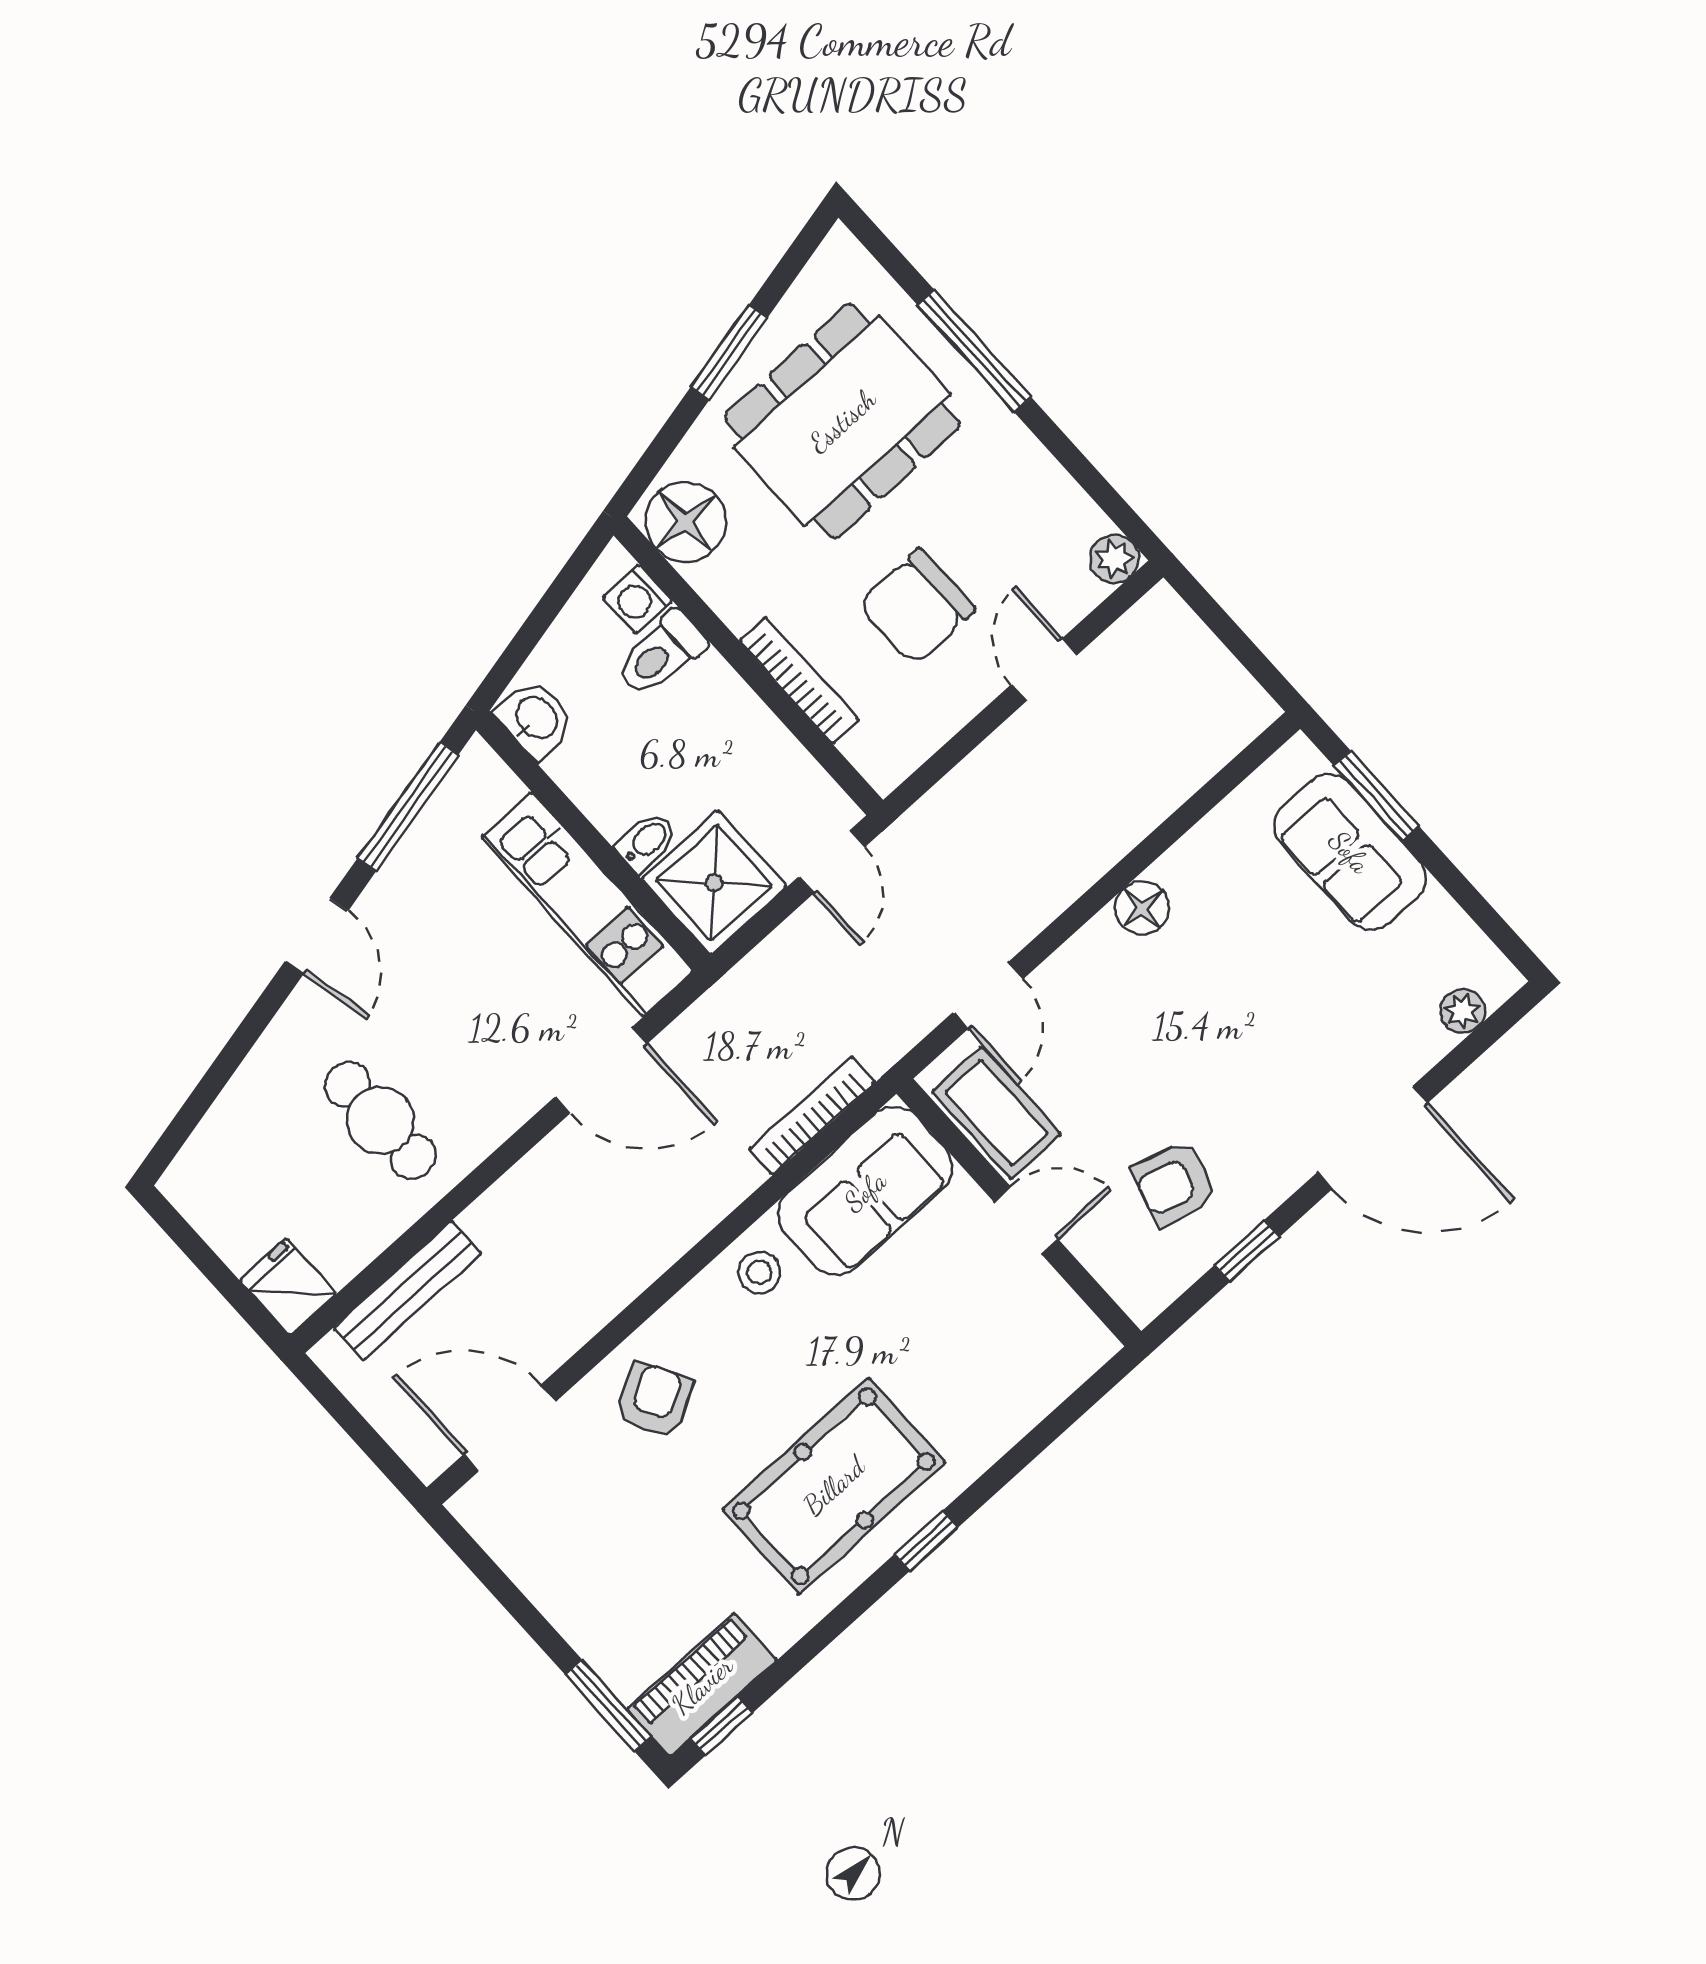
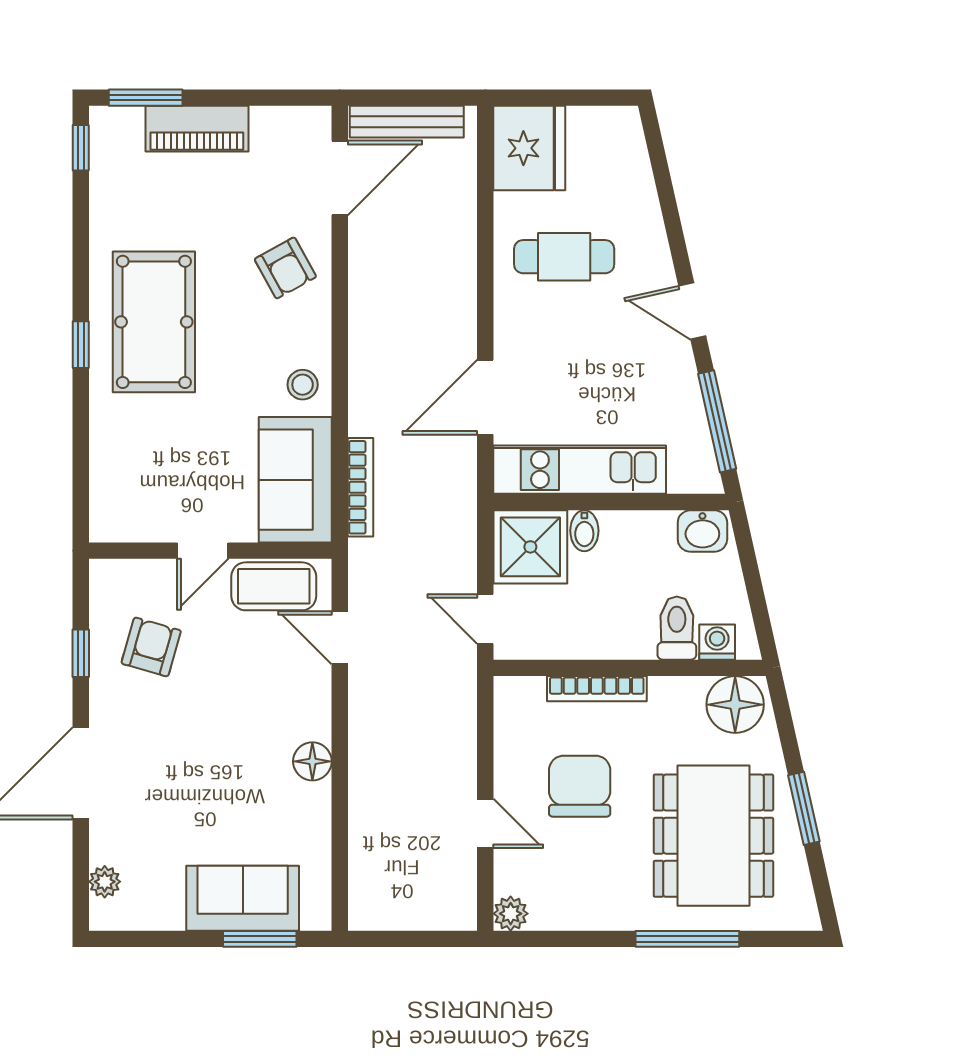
fridge: (288, 1287) -> (529, 148), width x1.88, depth x1.34
bench: (408, 1290) -> (407, 122), moved, turned 90
piano: (702, 1685) -> (197, 129), moved, turned 90

